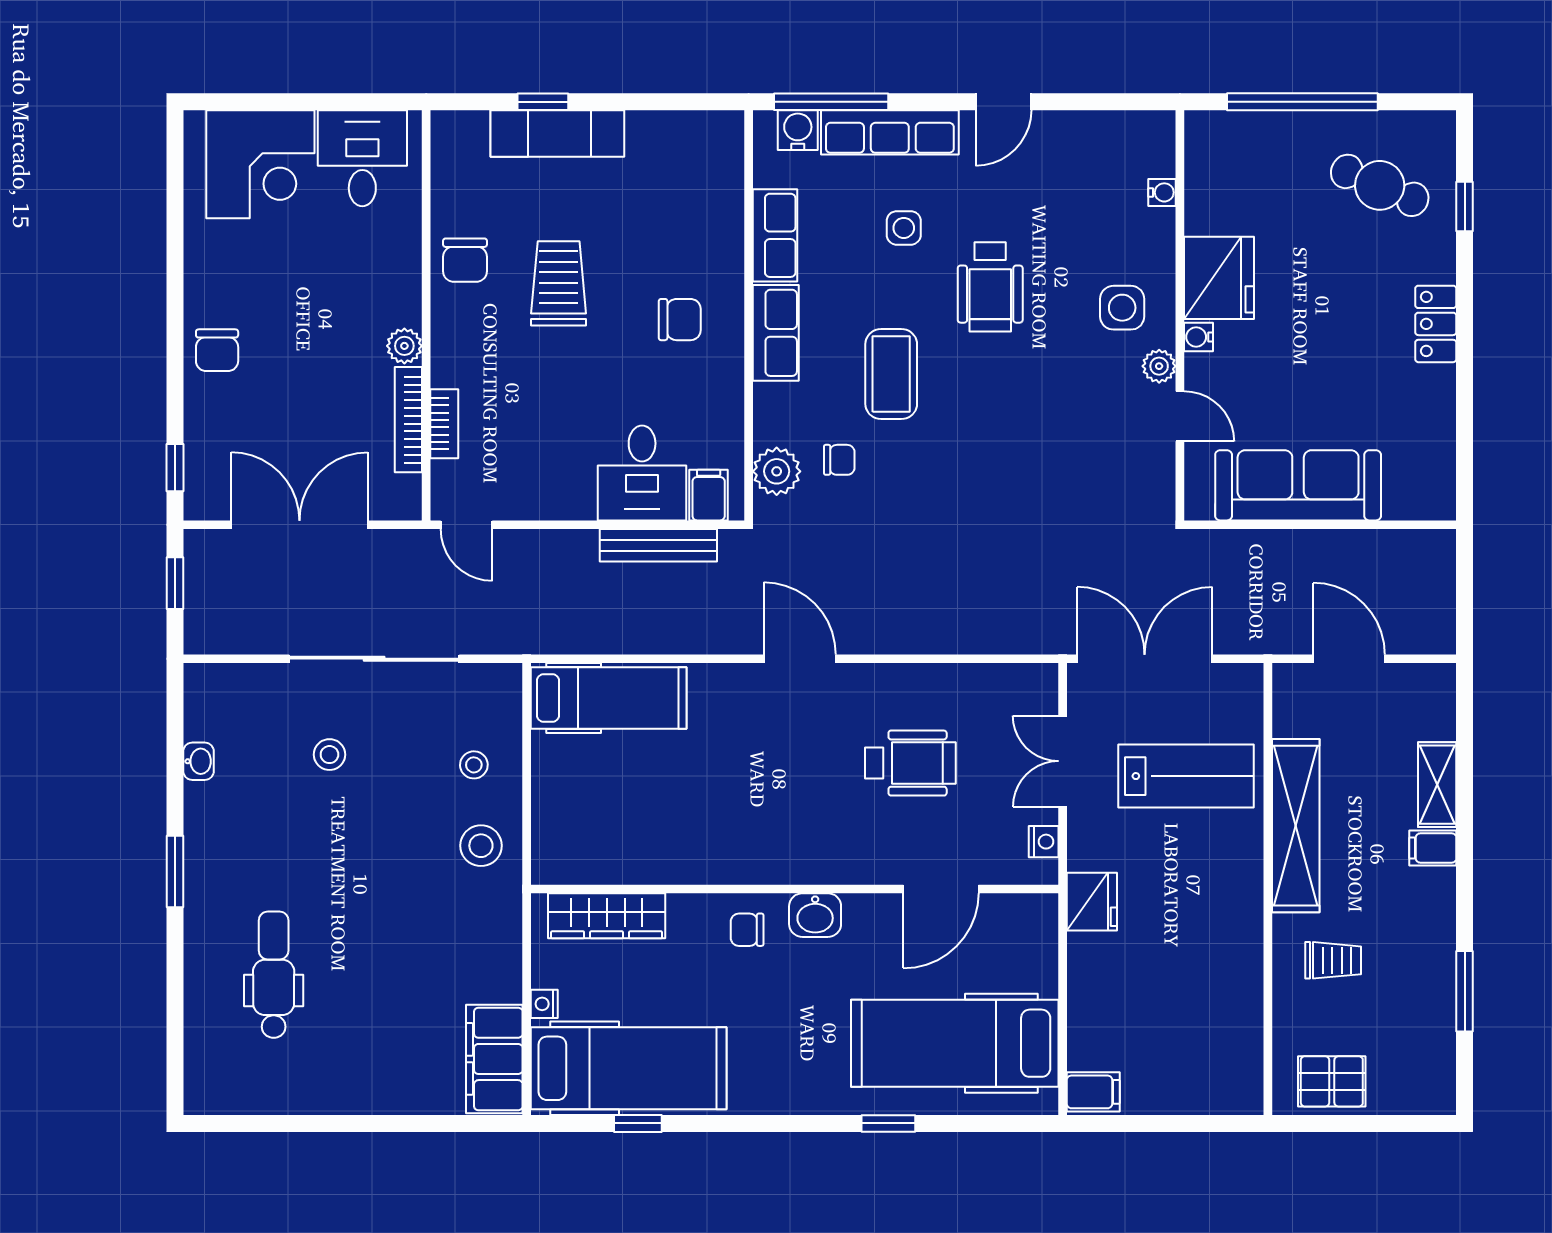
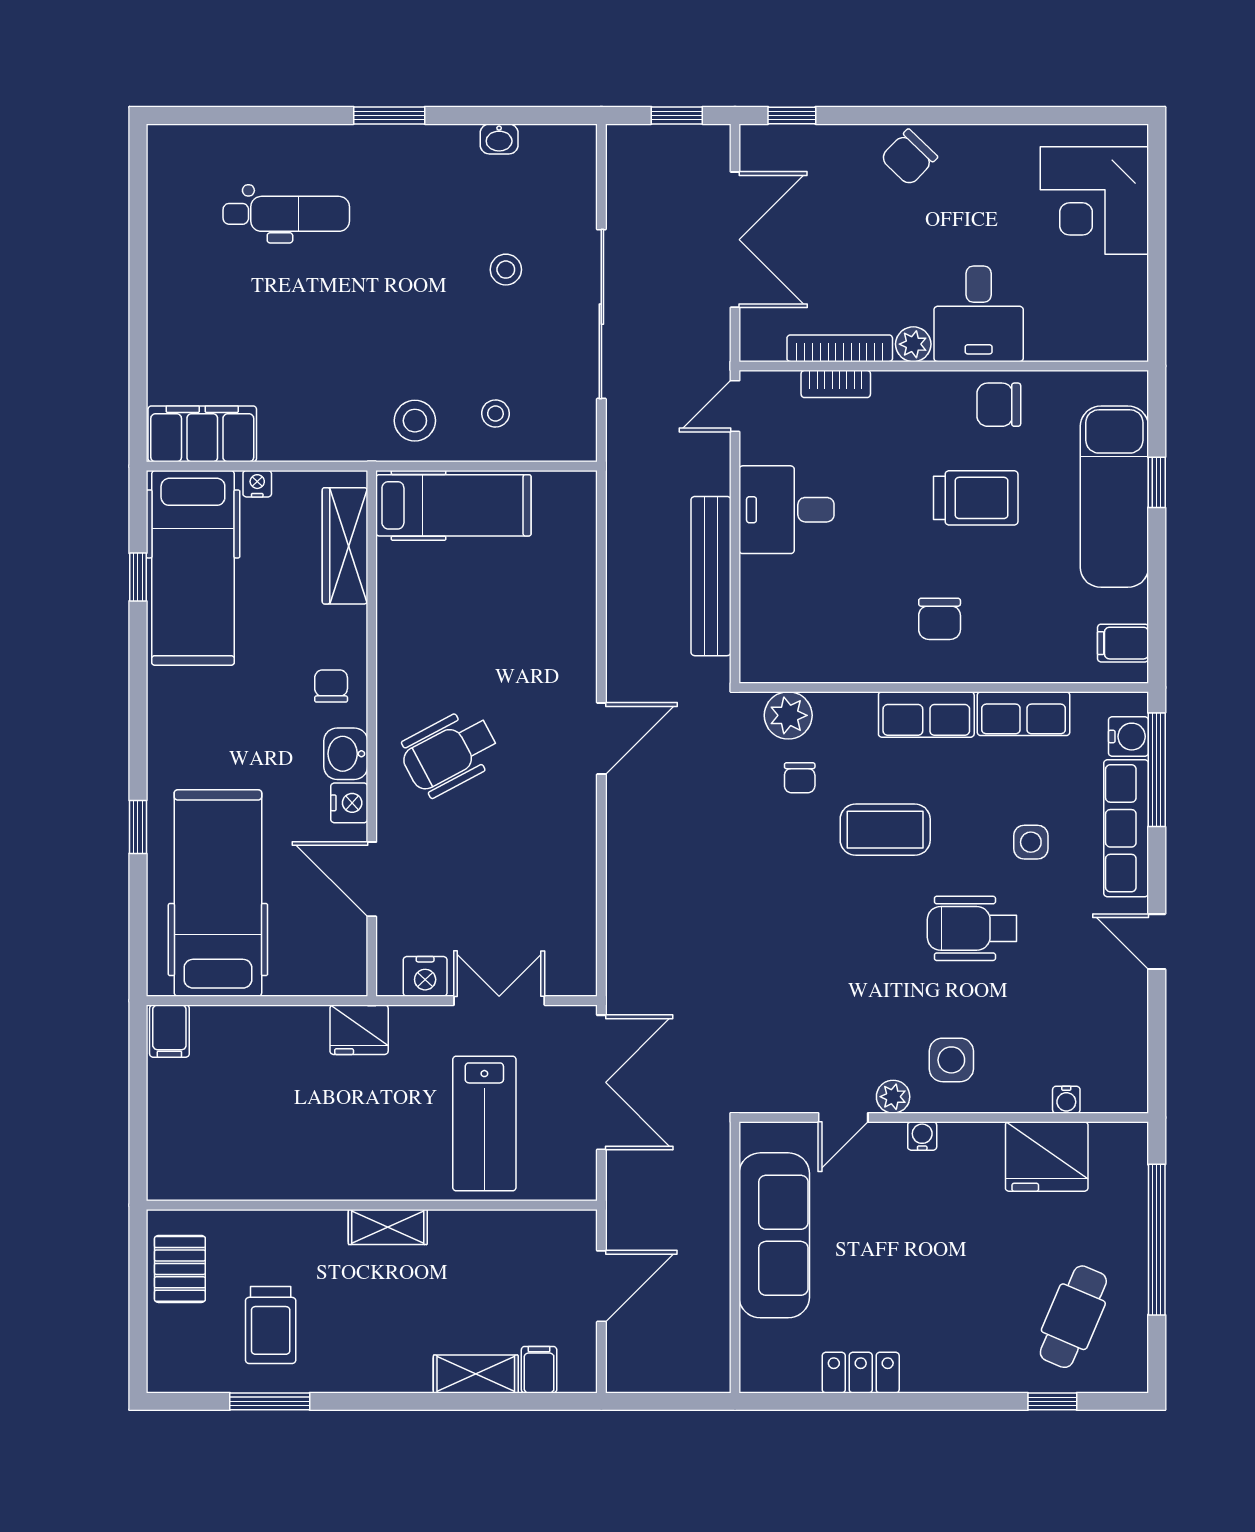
exam couch: (557, 134) -> (1114, 497), width x1.36, depth x1.45
desk: (362, 158) -> (979, 314), moved, turned 90
fridge: (1219, 278) -> (1047, 1157), moved
locker: (1436, 324) -> (861, 1373), moved
chair: (217, 350) -> (909, 157), turned -46
desk: (642, 473) -> (787, 510), moved
filing cabinet: (709, 495) -> (1123, 643), moved, turned 180
bench: (658, 545) -> (711, 576), width x1.37, depth x1.21
hospital bed: (609, 698) -> (453, 505), moved, turned -90
wheelchair: (910, 763) -> (450, 753), moved, turned 62
shelving: (1296, 826) -> (388, 1227), width x0.45, depth x0.75
nightstand: (1044, 842) -> (425, 976), width x1.39, depth x1.35
filing cabinet: (1433, 848) -> (539, 1370), moved
nightstand: (864, 912) -> (349, 803), added
trolley: (1333, 960) -> (271, 1325), moved, width x1.36, depth x1.39

